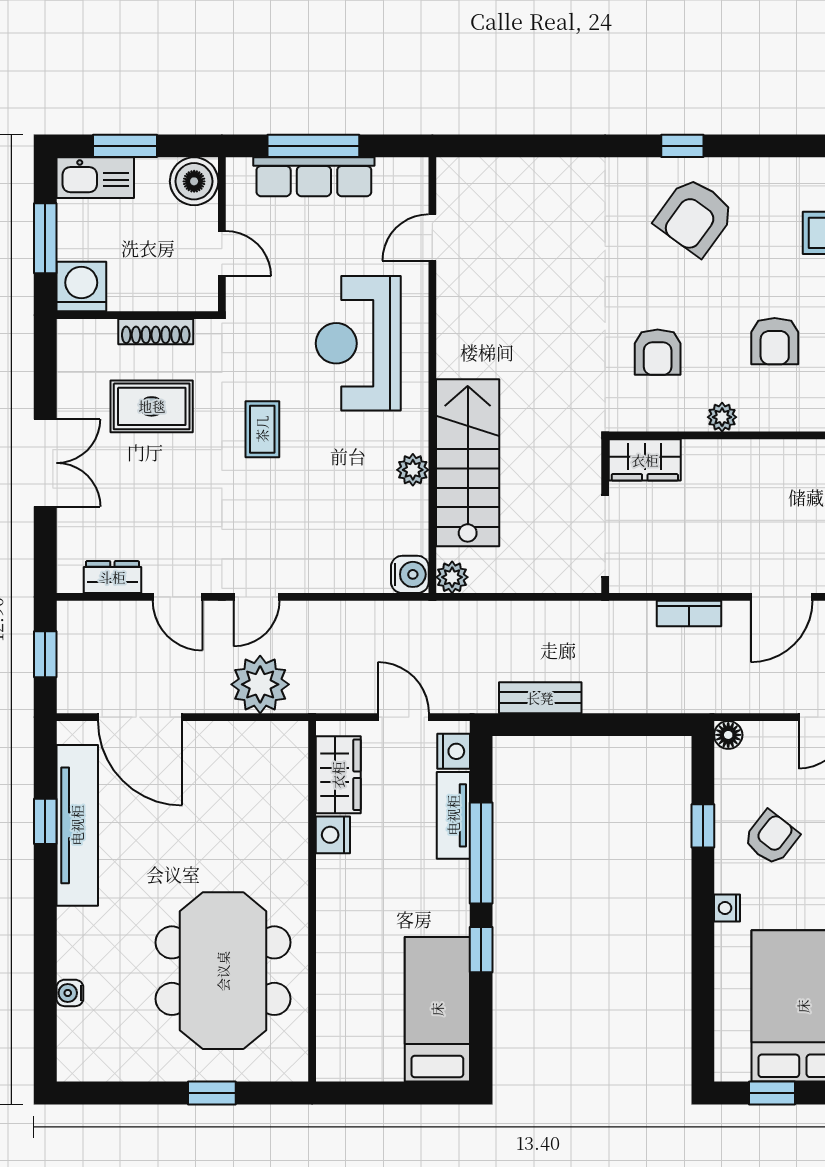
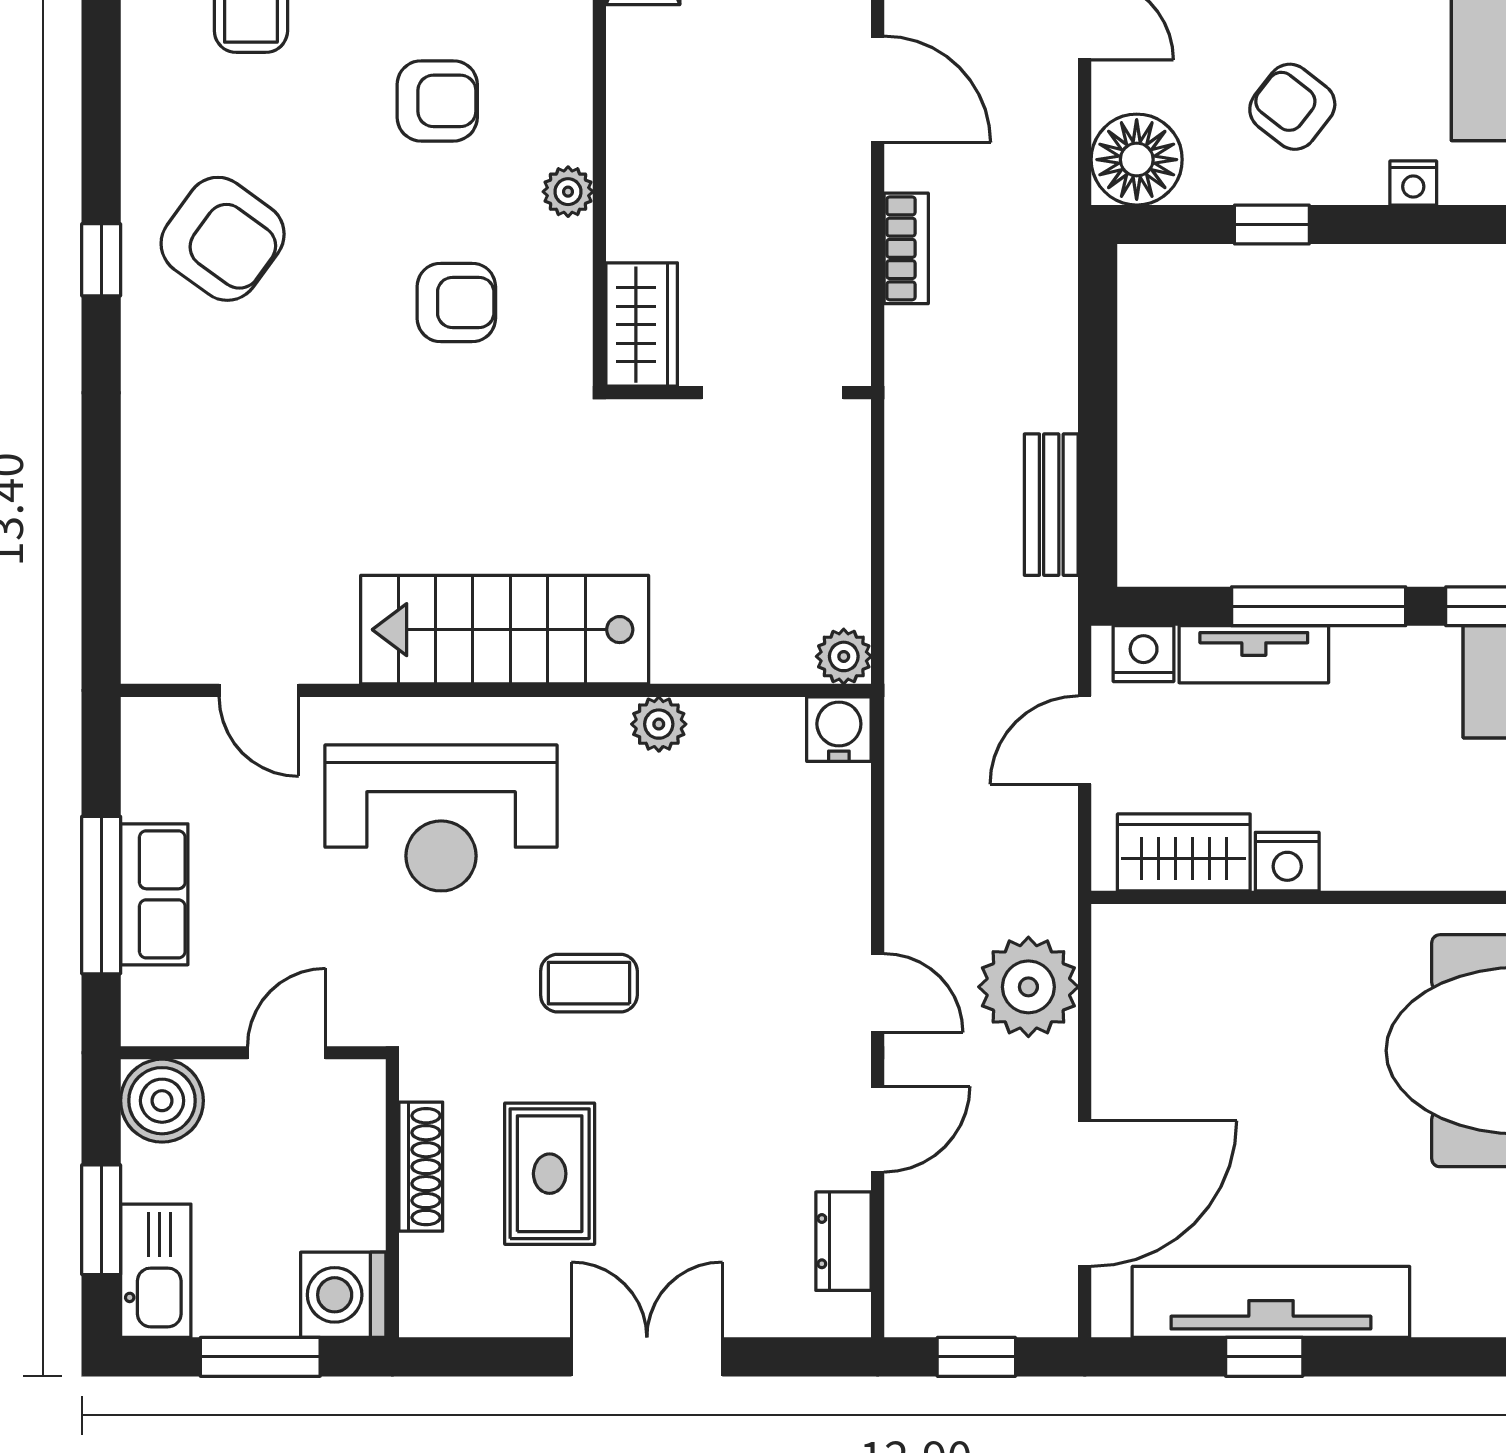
row of seats: (314, 177) -> (154, 894), width x0.68
stairs: (468, 463) -> (505, 630), moved
floor lamp: (728, 735) -> (1137, 160), width x1.89, depth x1.89

